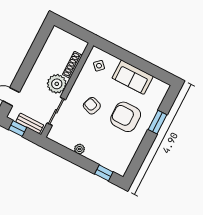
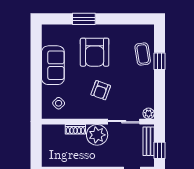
shoe rack: (72, 65) -> (75, 129), width x0.70
plant: (79, 149) -> (149, 113), moved
coffee table: (104, 155) -> (143, 54), added
window: (104, 173) -> (159, 61), moved

